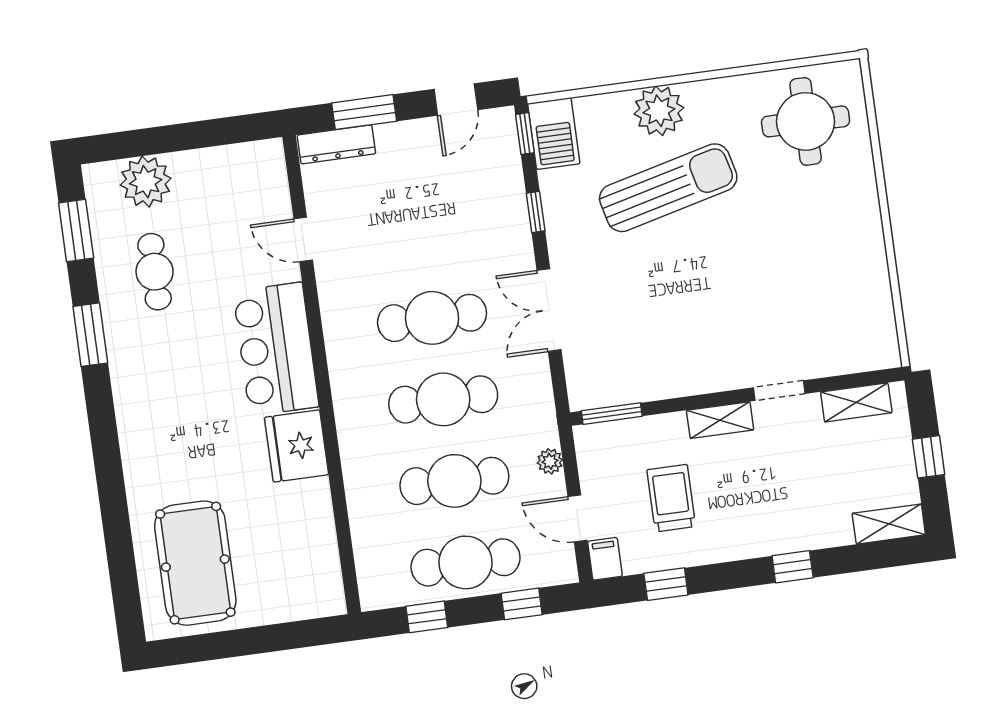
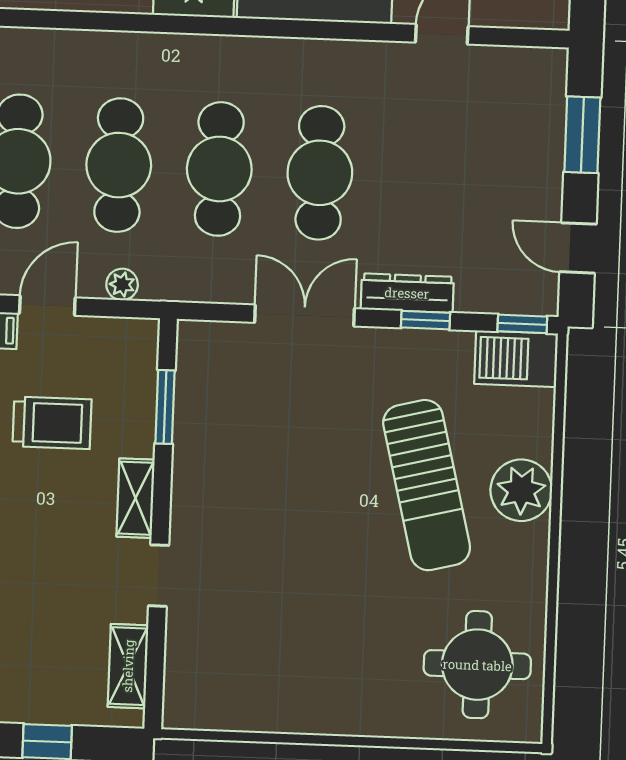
dresser: (336, 144) -> (407, 293), moved, turned 90
window: (612, 414) -> (165, 407), moved

